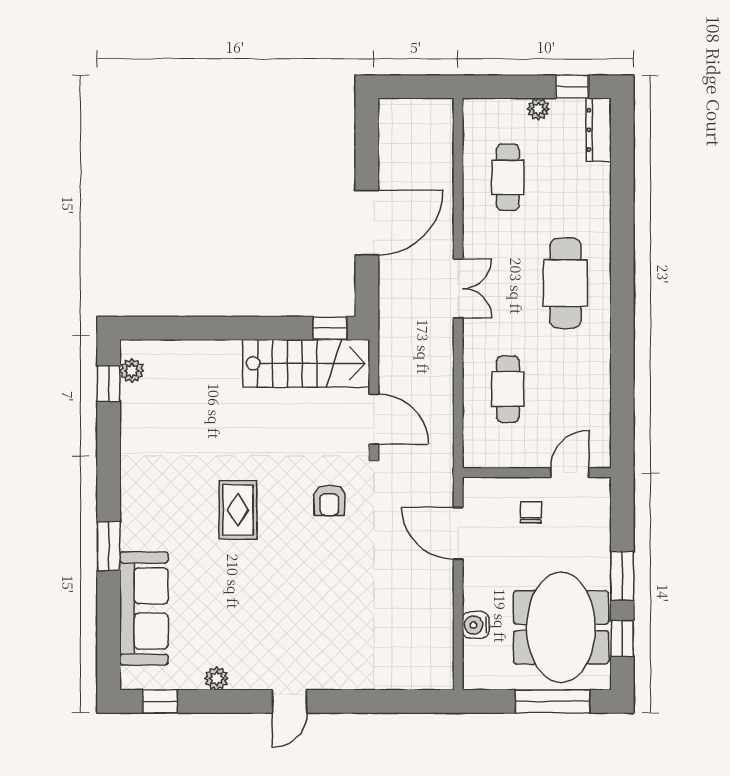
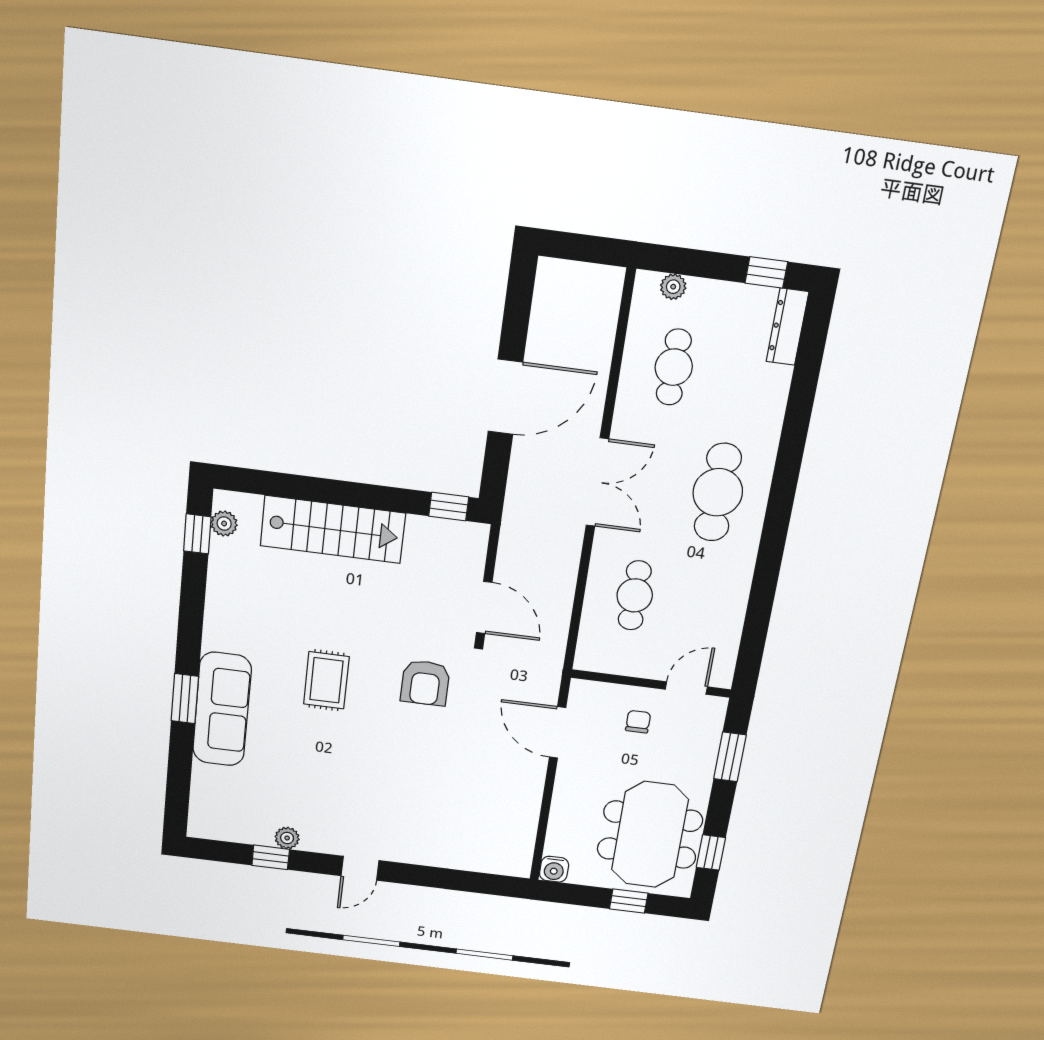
plant: (538, 109) -> (673, 287), moved
double door: (458, 288) -> (597, 482), width x1.37
stairs: (306, 363) -> (333, 530), moved
armchair: (329, 500) -> (425, 683), width x1.38, depth x1.38
window: (622, 576) -> (730, 757), moved
sofa: (144, 608) -> (222, 709), moved
water cooler: (476, 625) -> (554, 869), moved, turned -90
window: (160, 701) -> (271, 857), moved
window: (553, 701) -> (629, 901), width x0.46

